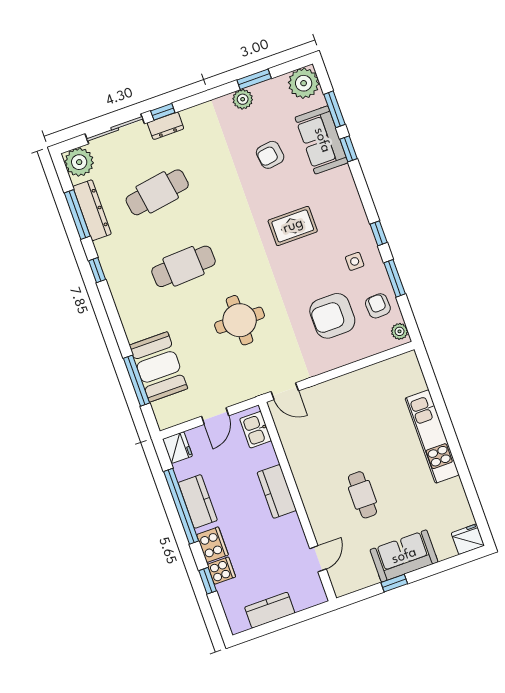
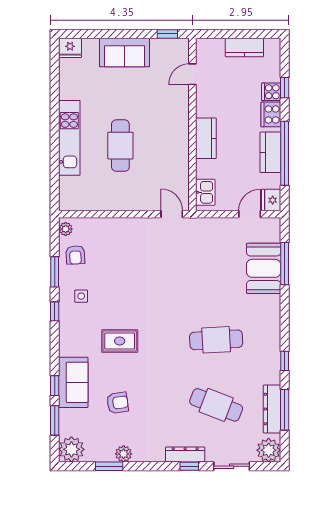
dresser: (166, 126) -> (185, 455), width x1.44
sliding door: (115, 129) -> (232, 466), width x0.73
sofa: (322, 140) -> (73, 382), moved
cafe table: (157, 192) -> (216, 405), turned 30
armchair: (332, 316) -> (114, 260), removed
round table: (240, 320) -> (187, 282), removed
door: (215, 416) -> (250, 214), moved
cafe table: (362, 495) -> (120, 146), moved, width x1.37, depth x1.35
window: (394, 583) -> (167, 34), moved

